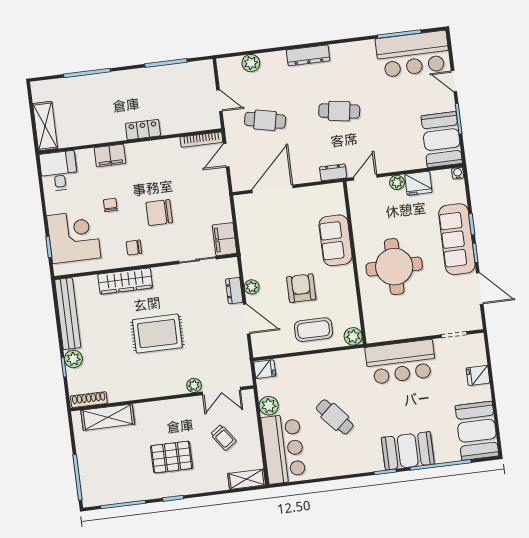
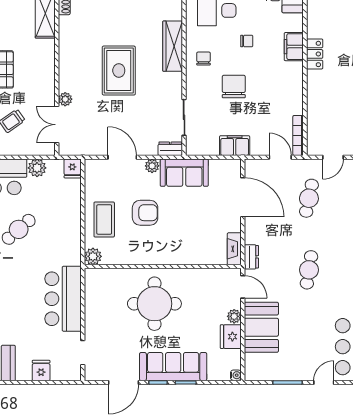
locker: (143, 130) -> (315, 54), moved
booth: (442, 140) -> (261, 327), moved, turned 90
fireplace: (327, 191) -> (234, 249), added
filing cabinet: (224, 239) -> (235, 146), moved
sofa: (336, 240) -> (184, 173), moved, turned 180
dresser: (234, 291) -> (170, 149), moved
door: (247, 319) -> (122, 157), swing flipped

